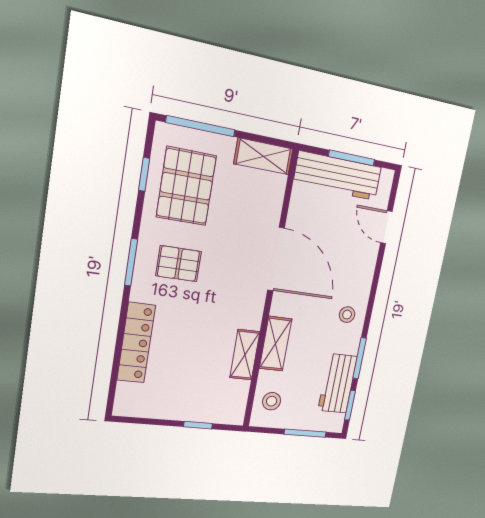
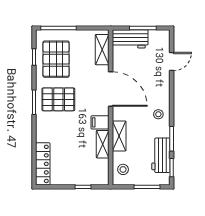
shelving: (264, 156) -> (102, 50), moved, turned 90
workbench: (338, 176) -> (130, 39), width x0.73
door: (386, 227) -> (172, 62), swing flipped
pallet: (179, 264) -> (58, 99), width x1.50, depth x1.42
filing cabinet: (247, 316) -> (100, 122), added
locker: (136, 343) -> (43, 164), moved

